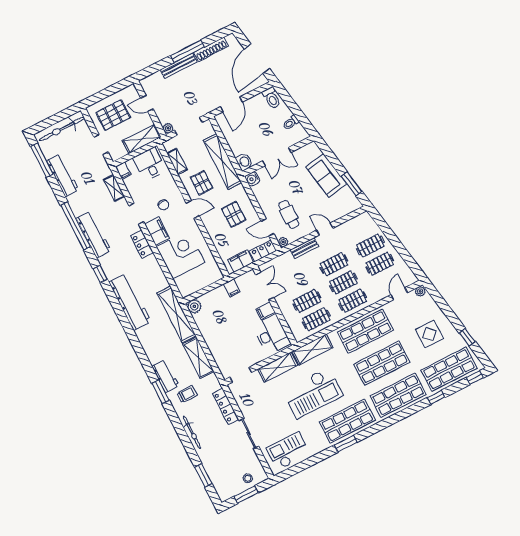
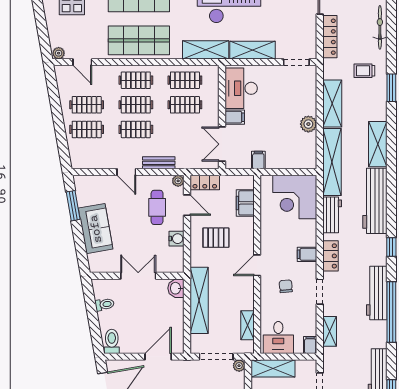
water cooler: (252, 179) -> (176, 239), moved
pallet: (201, 183) -> (233, 289), removed
door: (193, 209) -> (257, 265), hinge flipped
pallet: (234, 214) -> (216, 238), turned 90
filing cabinet: (157, 231) -> (307, 254), width x0.50
corner desk: (180, 254) -> (295, 197), moved
filing cabinet: (241, 261) -> (245, 203), moved, turned 90
door: (399, 294) -> (82, 62), hinge flipped
plant: (194, 306) -> (308, 124), moved
shelving: (149, 345) -> (378, 144), added
workbench: (165, 376) -> (332, 215), moved, turned 180

